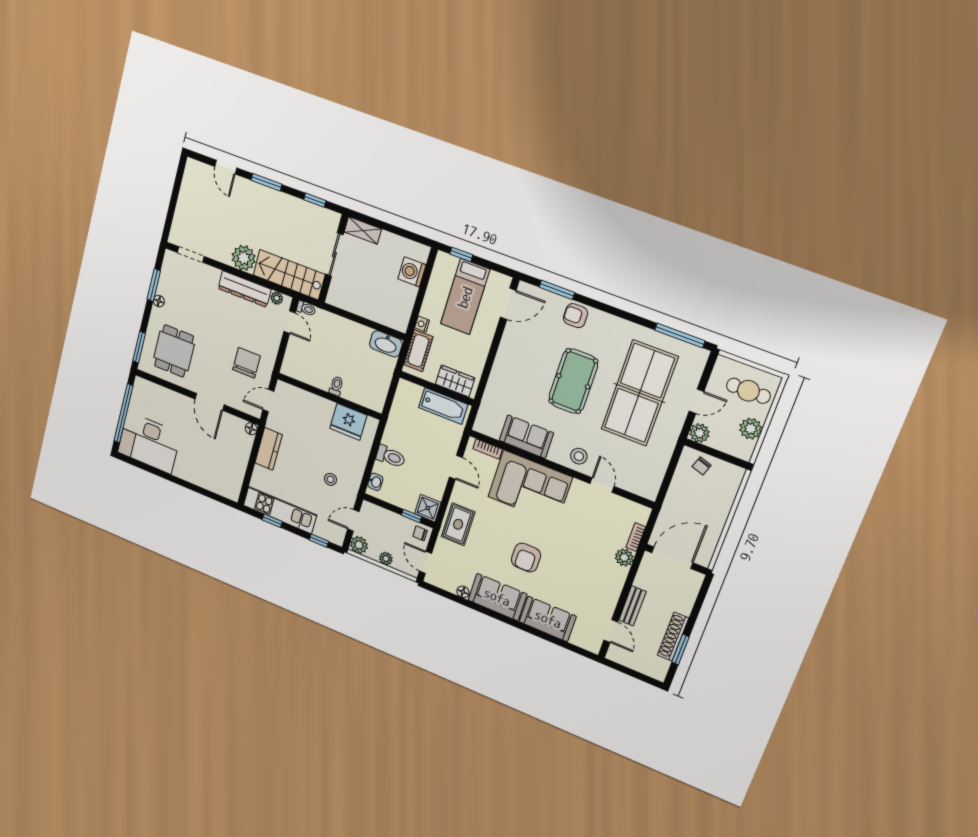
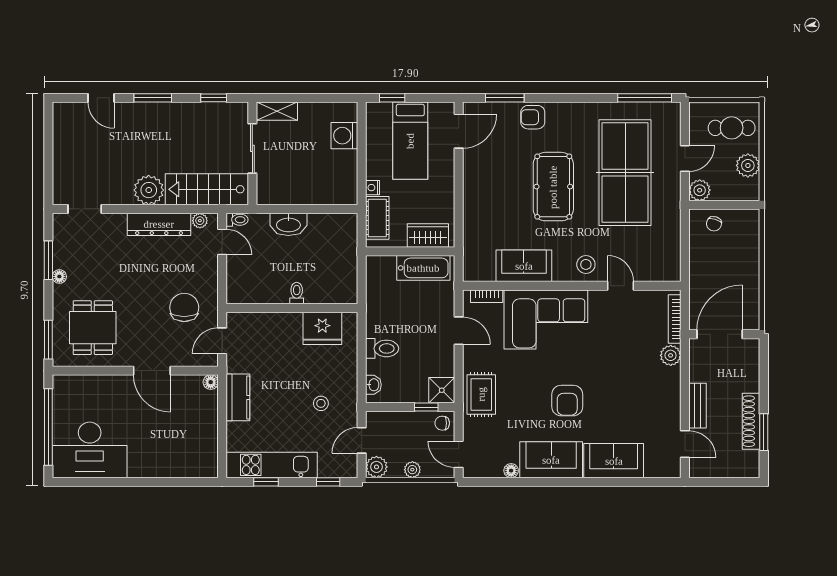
washbasin: (386, 344) -> (288, 224), moved
bookcase: (636, 537) -> (675, 319), width x1.56

